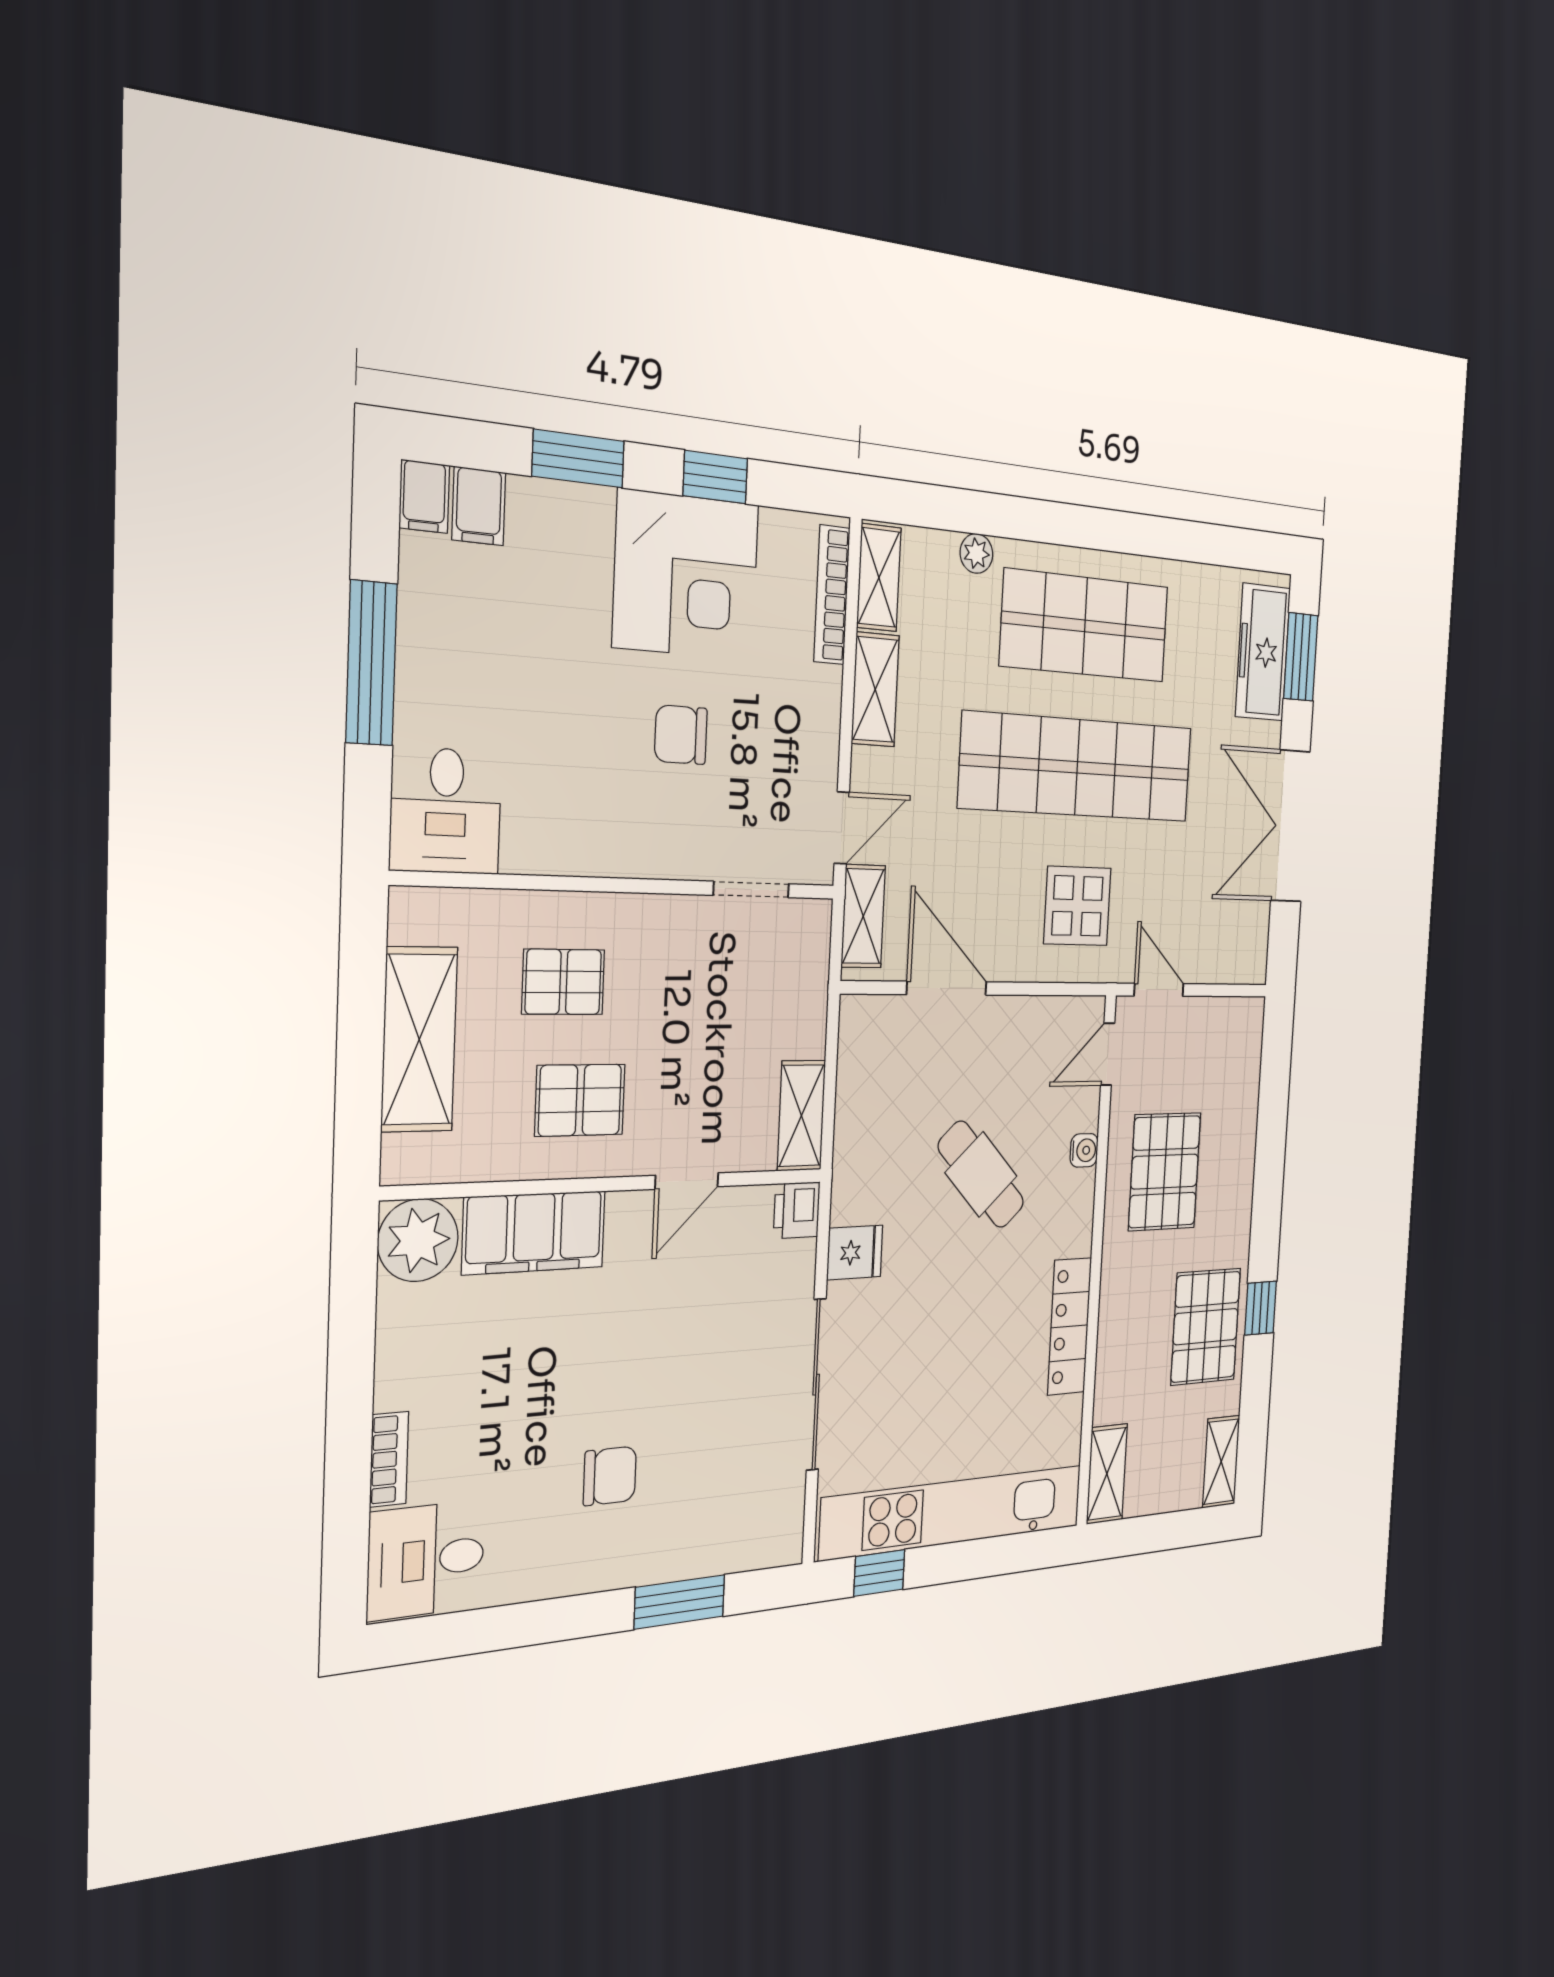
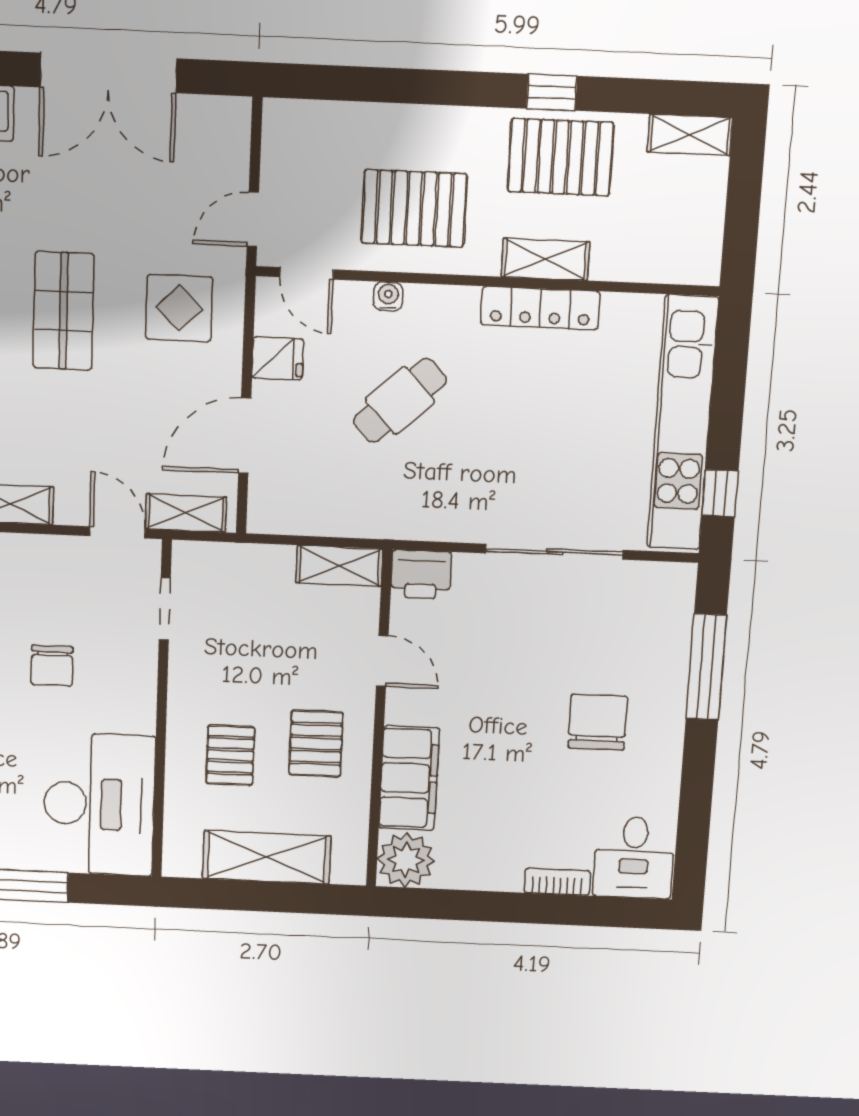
shop shelf: (1077, 767) -> (63, 311), width x0.50, depth x0.74
desk: (446, 811) -> (99, 804), width x1.87, depth x1.30
printer: (797, 1210) -> (421, 574), width x1.36, depth x1.24
fridge: (855, 1252) -> (278, 358), moved, turned 90
shelving: (1107, 1474) -> (545, 259), moved
chair: (610, 1476) -> (598, 722), width x1.37, depth x1.37
window: (680, 1602) -> (706, 667), width x1.44

